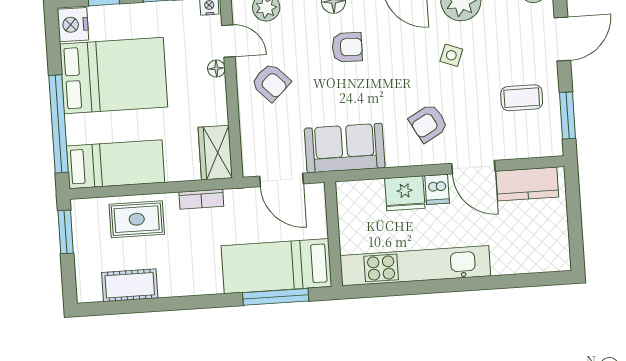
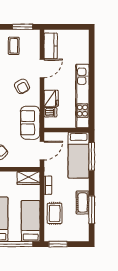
dishwasher: (437, 189) -> (50, 112), moved
cot: (130, 285) -> (83, 203), moved
window: (151, 305) -> (92, 210), added

